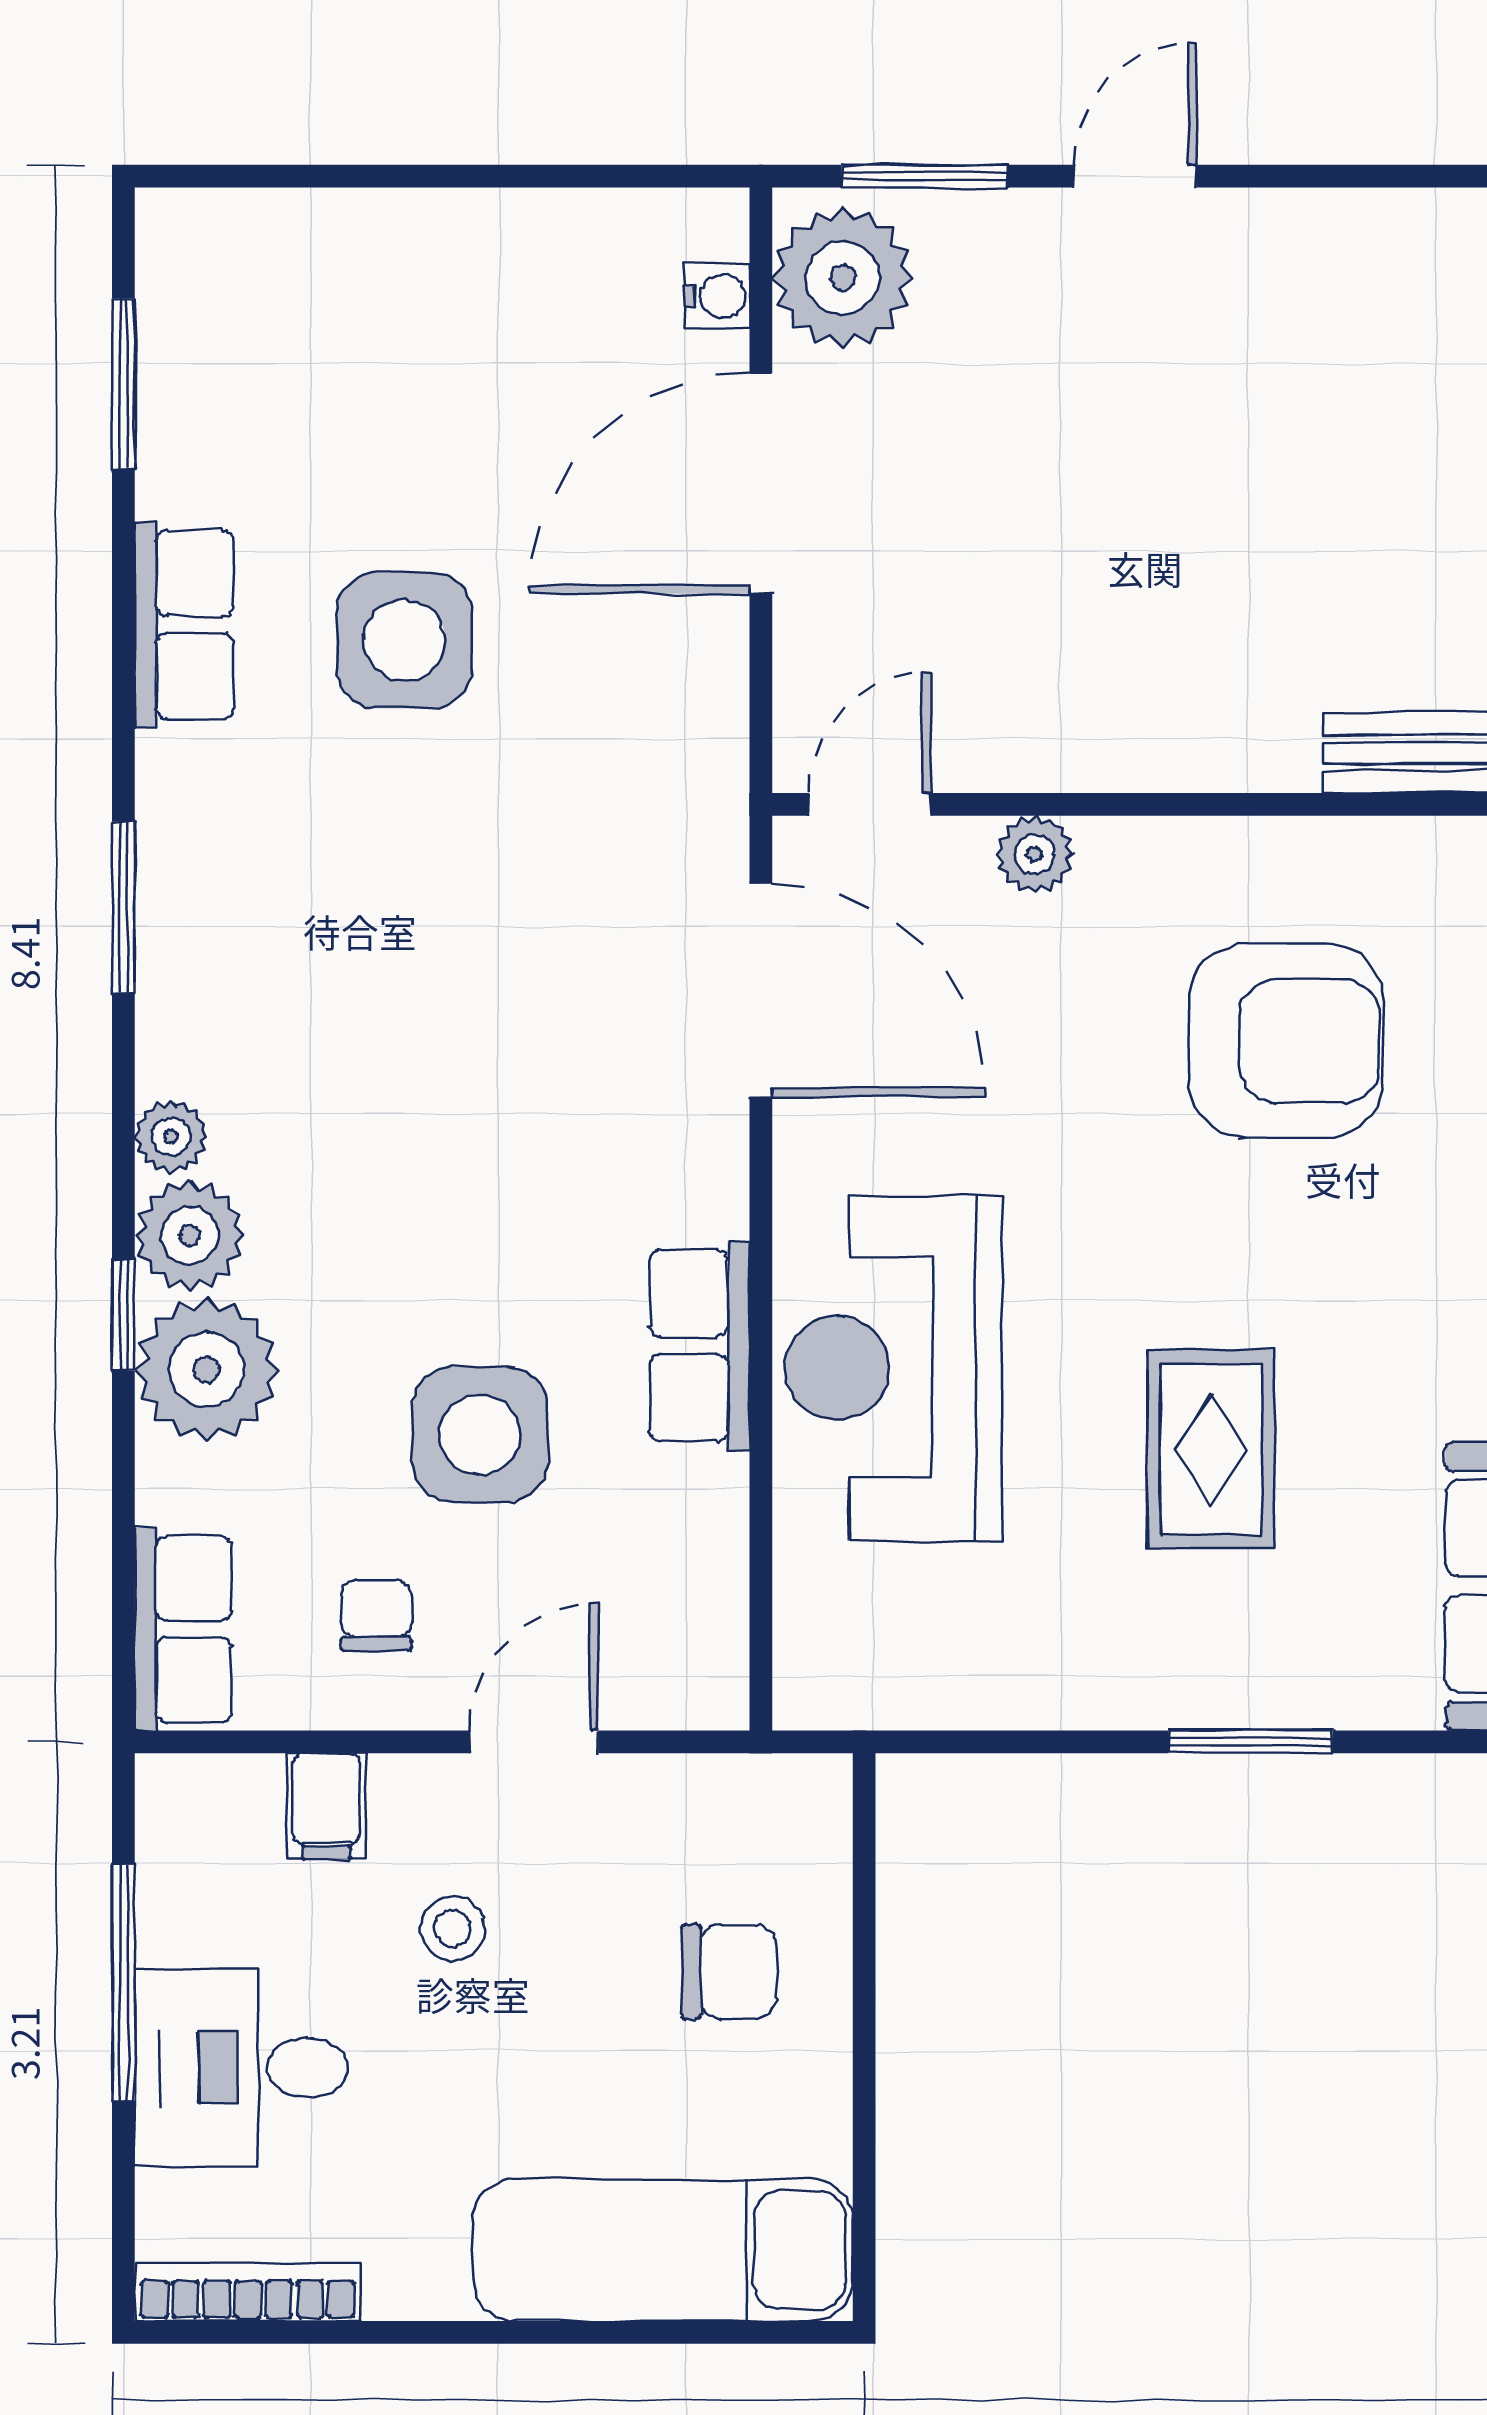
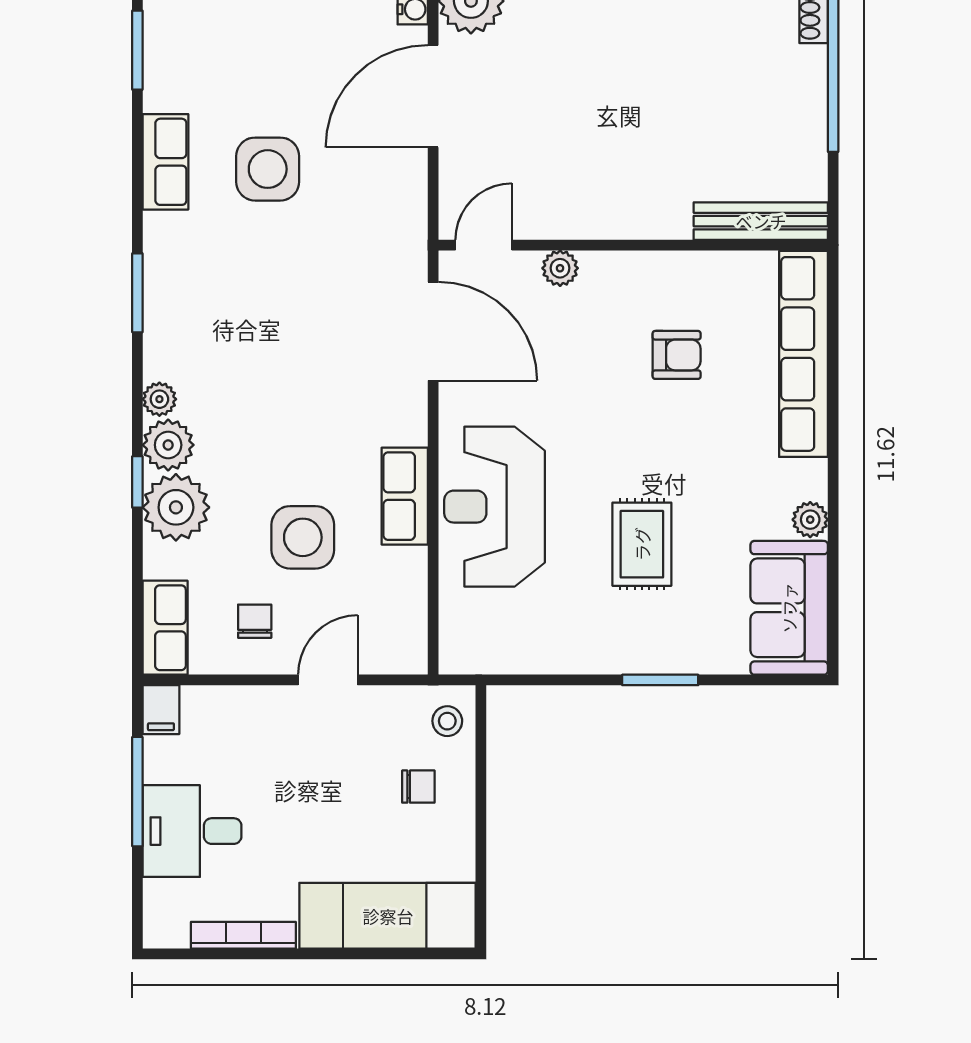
armchair: (1286, 1041) -> (677, 355), width x0.53, depth x0.53
filing cabinet: (327, 1806) -> (161, 710), moved
stool: (452, 1928) -> (447, 721), moved
chair: (729, 1972) -> (418, 787), width x0.73, depth x0.73
bookcase: (248, 2292) -> (243, 935), moved

